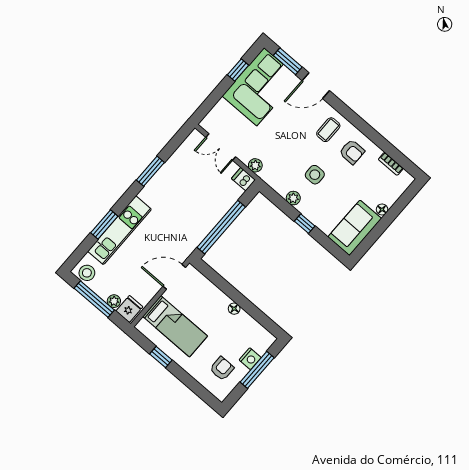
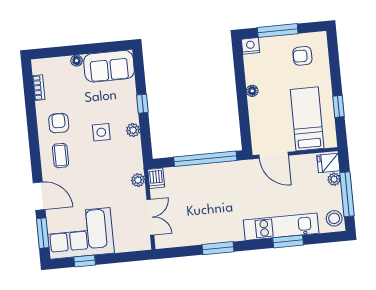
coffee table: (328, 130) -> (60, 156), turned 90
nightstand: (250, 359) -> (250, 46), moved

